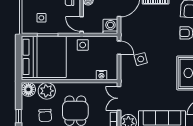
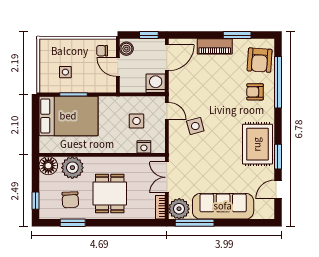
door: (82, 24) -> (118, 67), moved
side table: (83, 45) -> (136, 121), moved
bed: (44, 57) -> (68, 116), width x0.73

